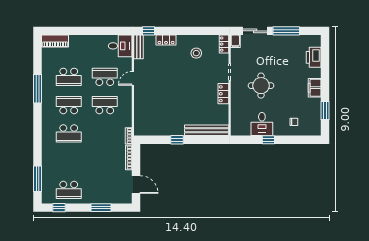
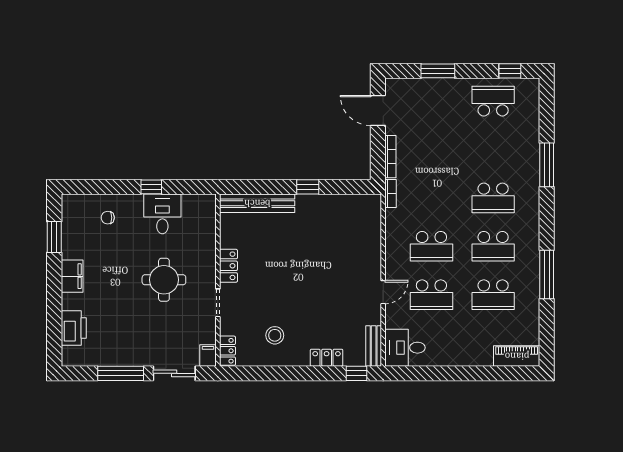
school desk: (69, 77) -> (493, 295), turned 180
school desk: (69, 133) -> (493, 198), turned 180
window: (37, 179) -> (547, 165), moved

